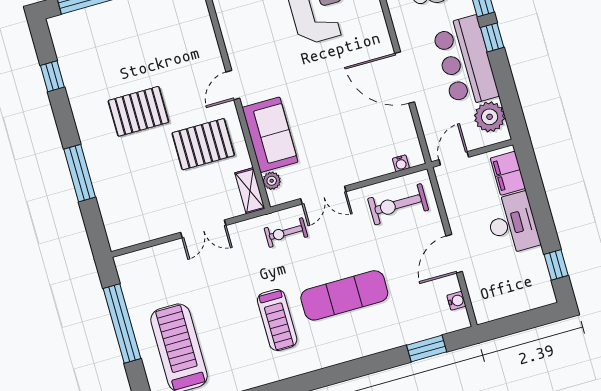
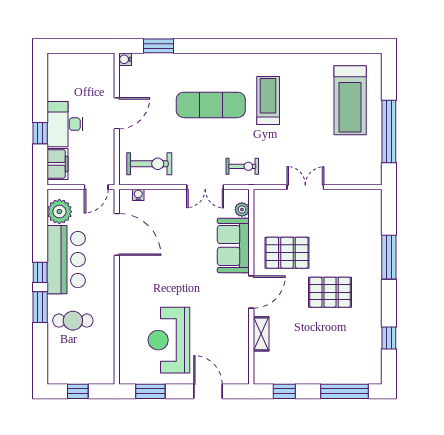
door: (405, 78) -> (117, 234), moved
door: (233, 85) -> (251, 292), width x1.38
shelving: (250, 191) -> (261, 334), moved
double door: (323, 195) -> (205, 187), swing flipped
window: (556, 265) -> (40, 133), moved
water cooler: (456, 301) -> (125, 59), moved

